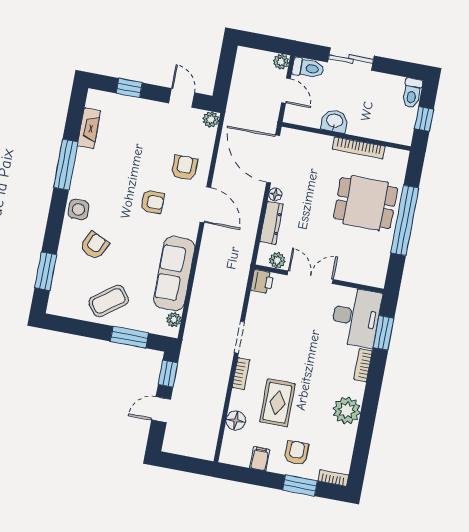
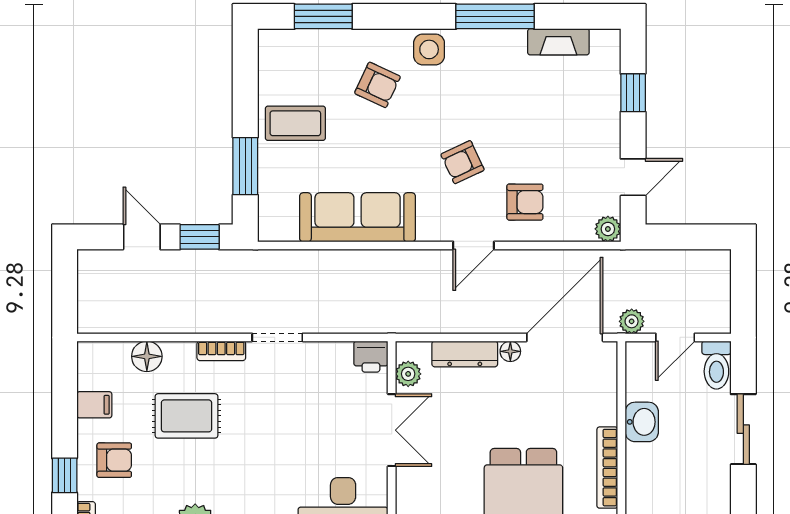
plant: (281, 62) -> (632, 321), moved
armchair: (152, 202) -> (463, 162), turned 65
door: (205, 205) -> (474, 246), width x0.73
coffee table: (109, 301) -> (295, 123), turned -54
plant: (174, 320) -> (286, 230), removed
window: (300, 485) -> (65, 475), width x0.67

